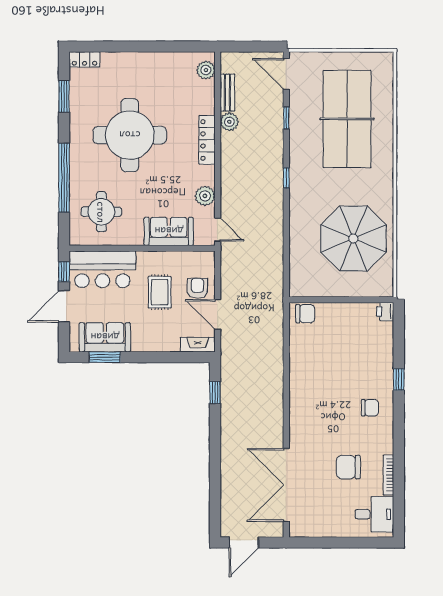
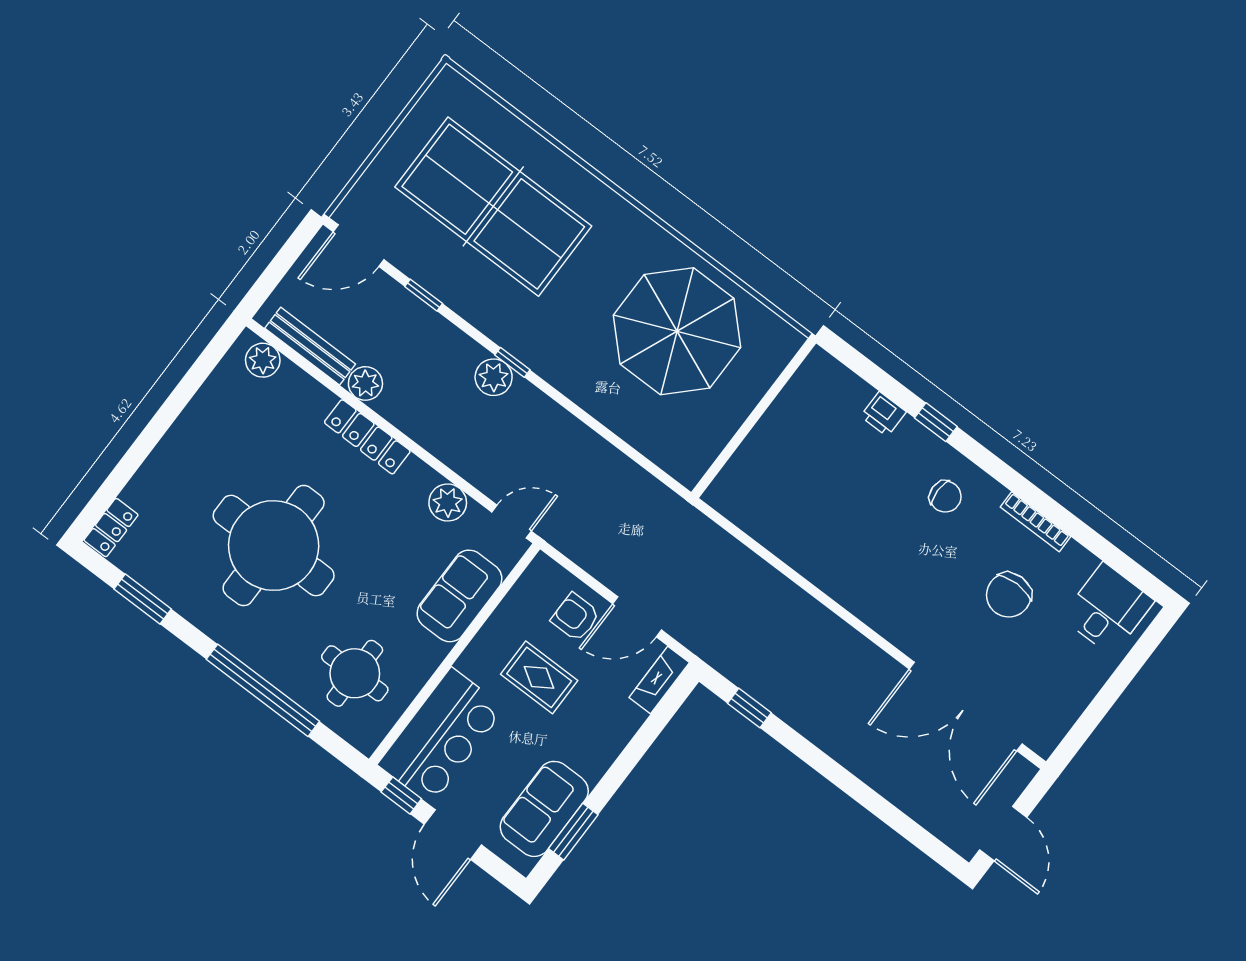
bench: (227, 93) -> (310, 346), width x1.36
plant: (274, 175) -> (494, 377), added
printer: (385, 312) -> (883, 414), moved
chair: (305, 314) -> (734, 486), removed
chair: (370, 408) -> (945, 497), turned 90
bookcase: (388, 475) -> (1035, 522), moved

